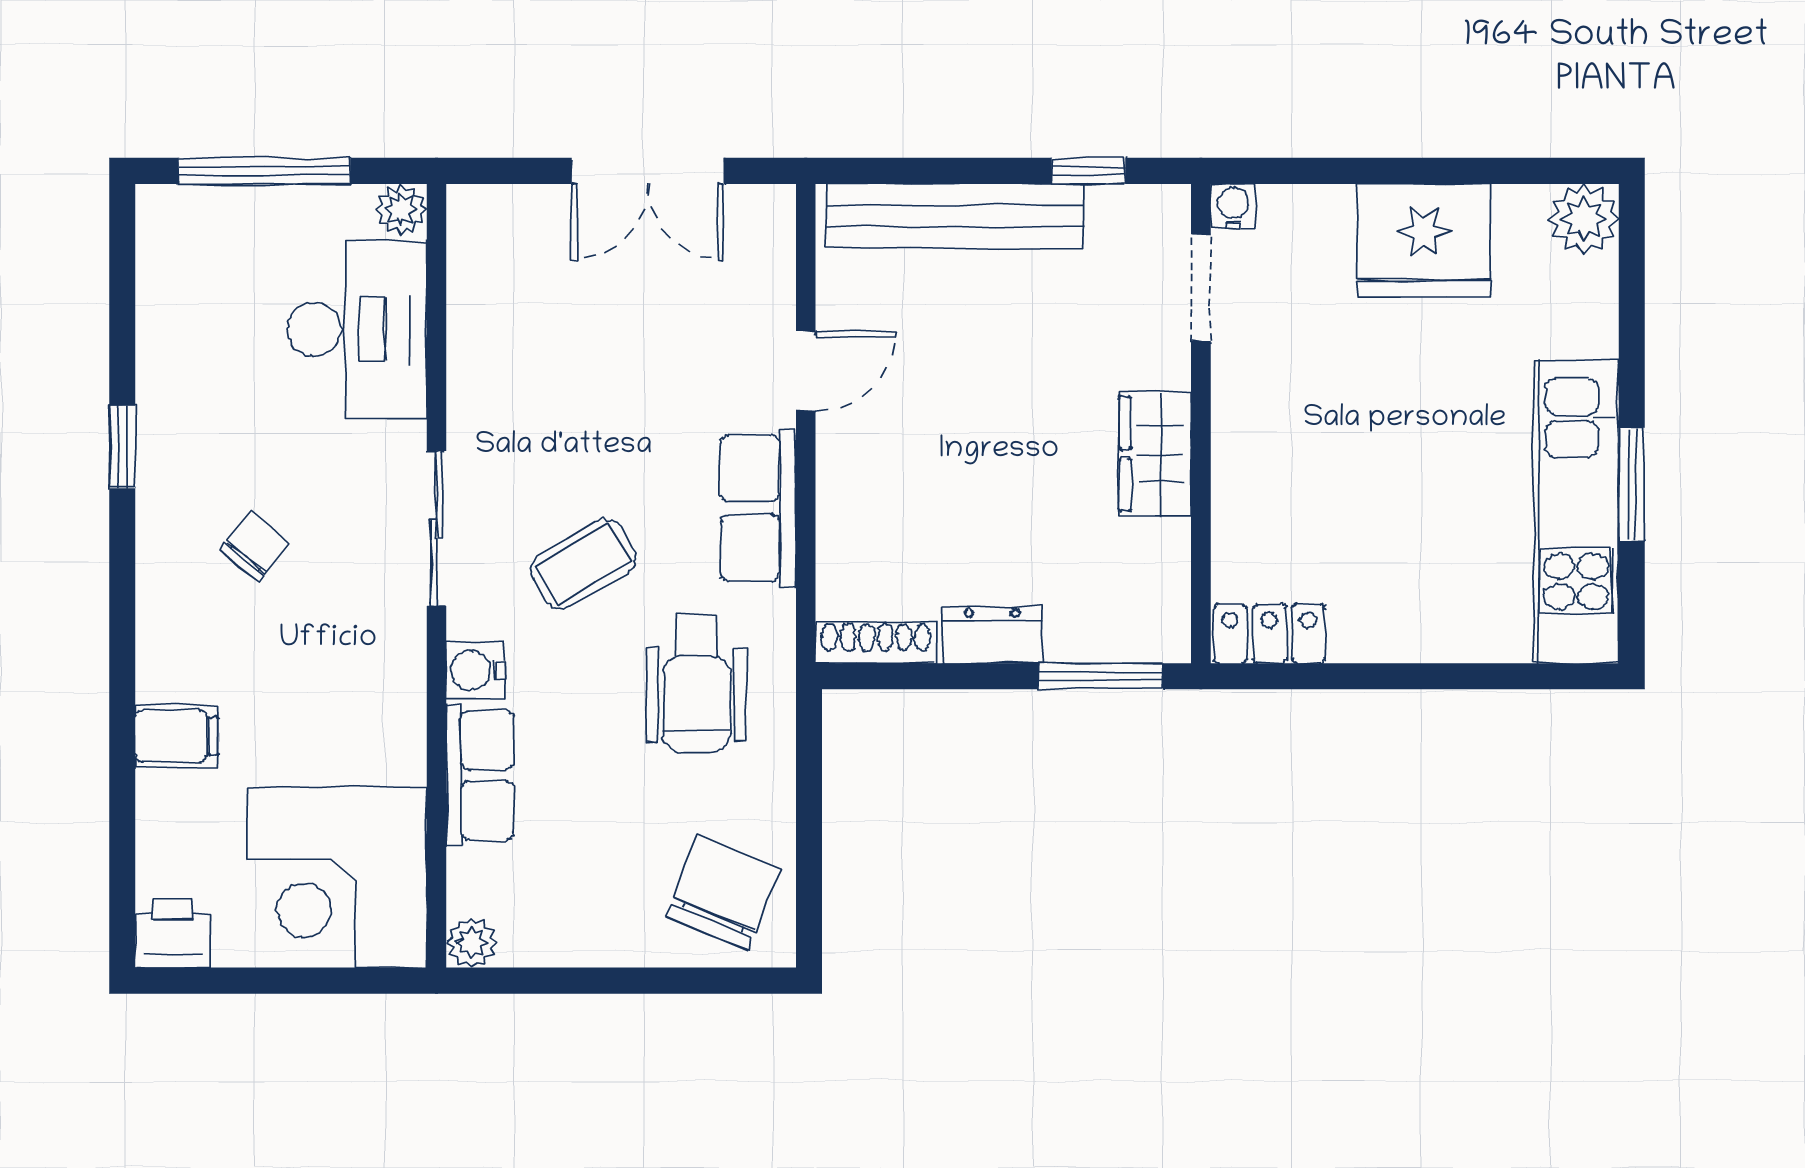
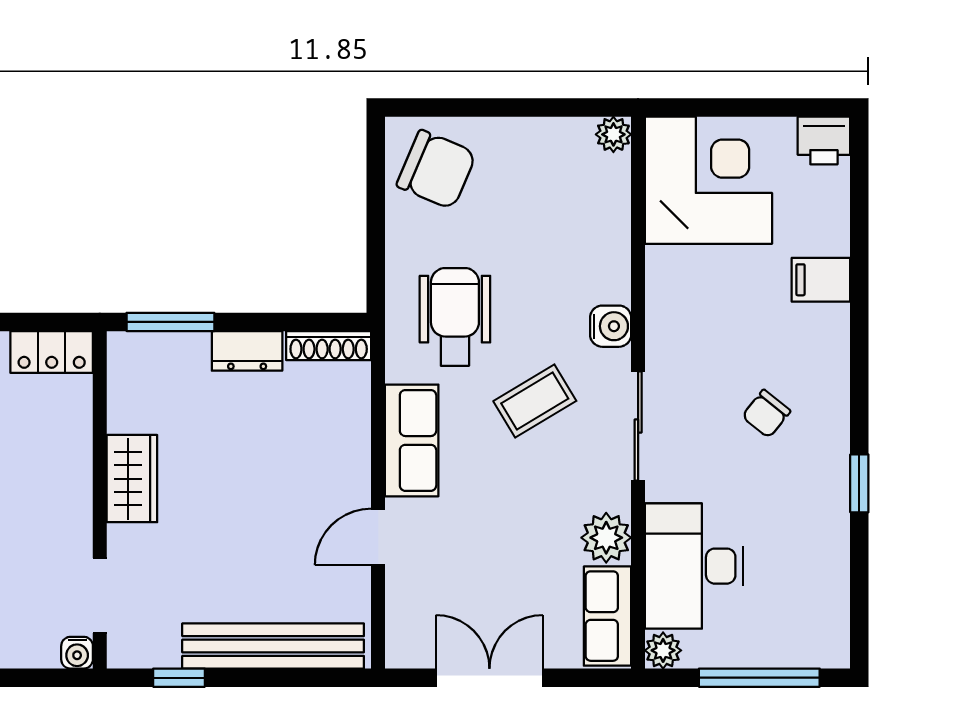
plant: (482, 370) -> (606, 538), added
row of seats: (480, 775) -> (608, 616), moved
chair: (723, 893) -> (436, 170), turned -89

